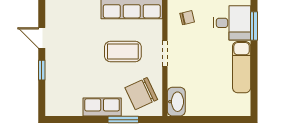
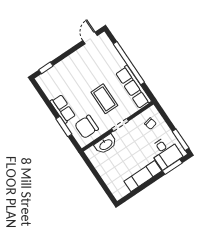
door: (42, 38) -> (90, 38), moved
window: (42, 70) -> (46, 68), moved
chair: (141, 94) -> (87, 127), turned -65
washbasin: (176, 102) -> (106, 144), moved

